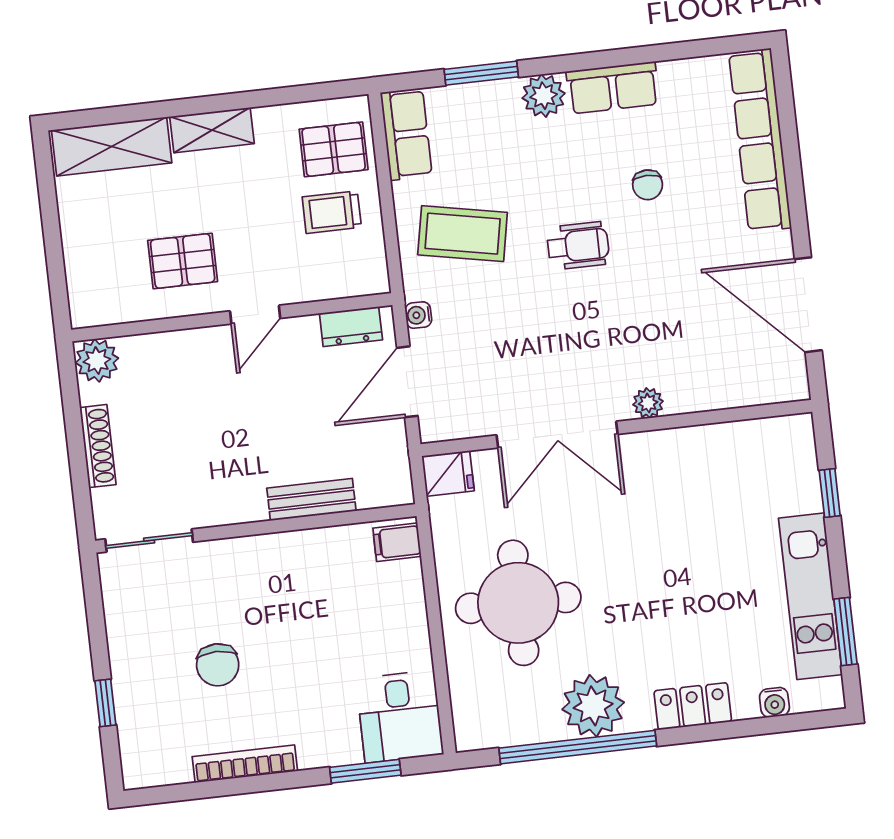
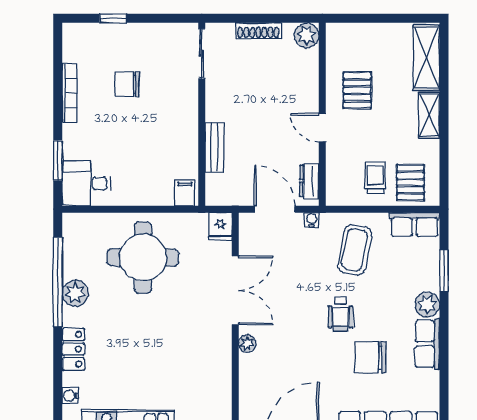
chair: (648, 185) -> (370, 357), width x1.87, depth x1.87
double door: (557, 435) -> (235, 290), swing flipped
plant: (593, 706) -> (75, 293), width x0.73, depth x0.73

